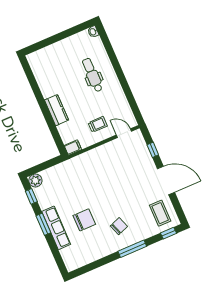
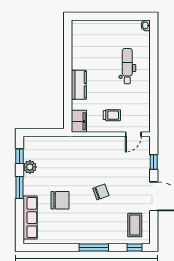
door: (124, 133) -> (133, 134), swing flipped
filing cabinet: (73, 147) -> (79, 121), width x2.00
plant: (35, 180) -> (30, 167), moved
chair: (119, 226) -> (101, 192), moved
row of seats: (56, 228) -> (30, 218), moved

